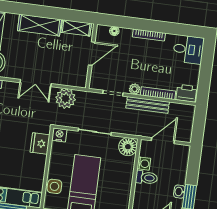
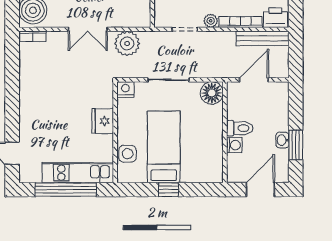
bench: (148, 105) -> (263, 38), moved
fridge: (40, 143) -> (103, 121), moved
washing machine: (144, 164) -> (234, 145), moved

